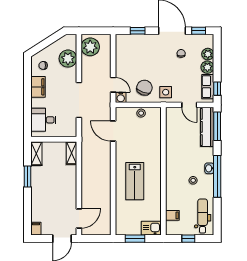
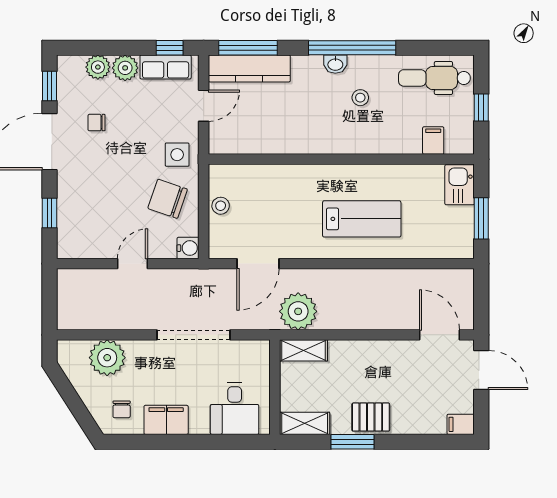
plant: (90, 47) -> (298, 311), moved
door: (113, 85) -> (132, 264), moved
pallet: (39, 185) -> (371, 417), added

